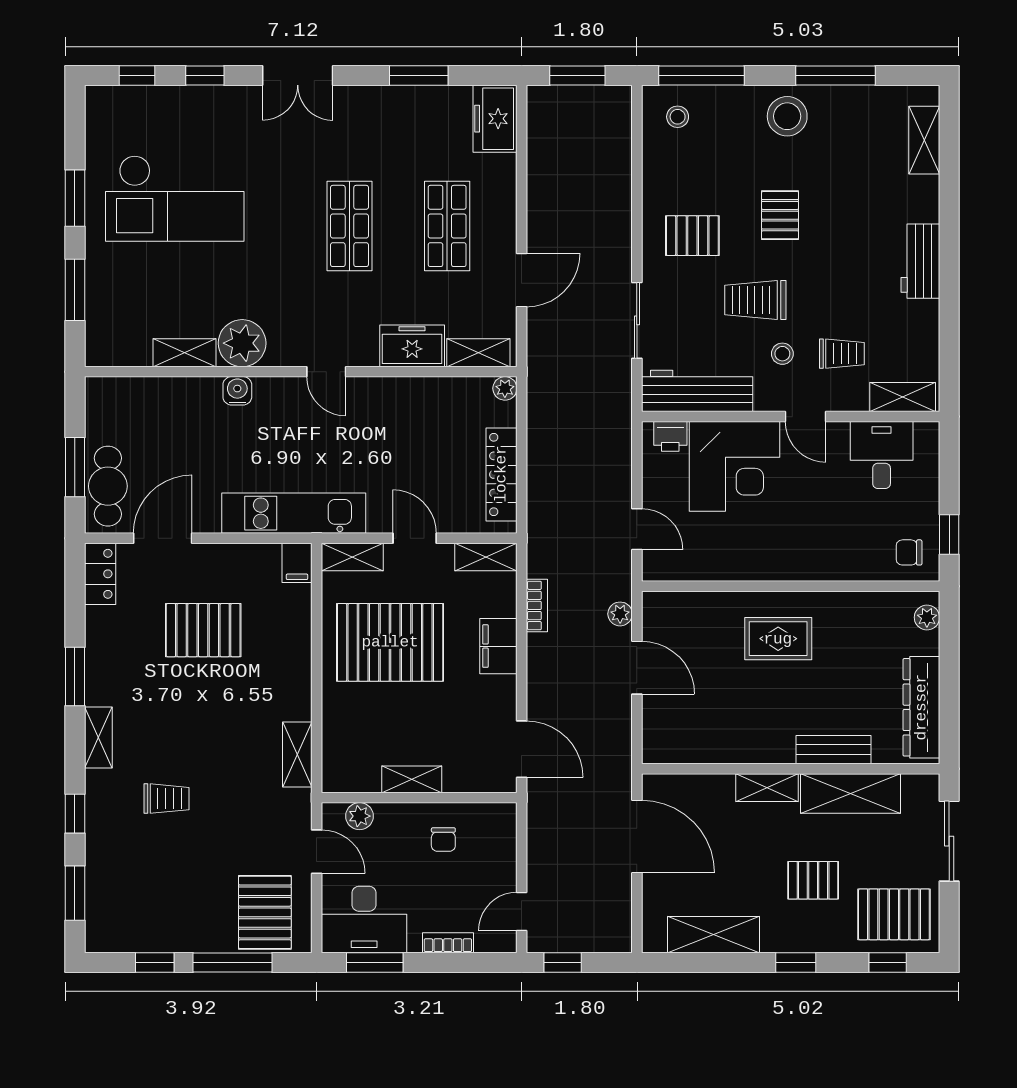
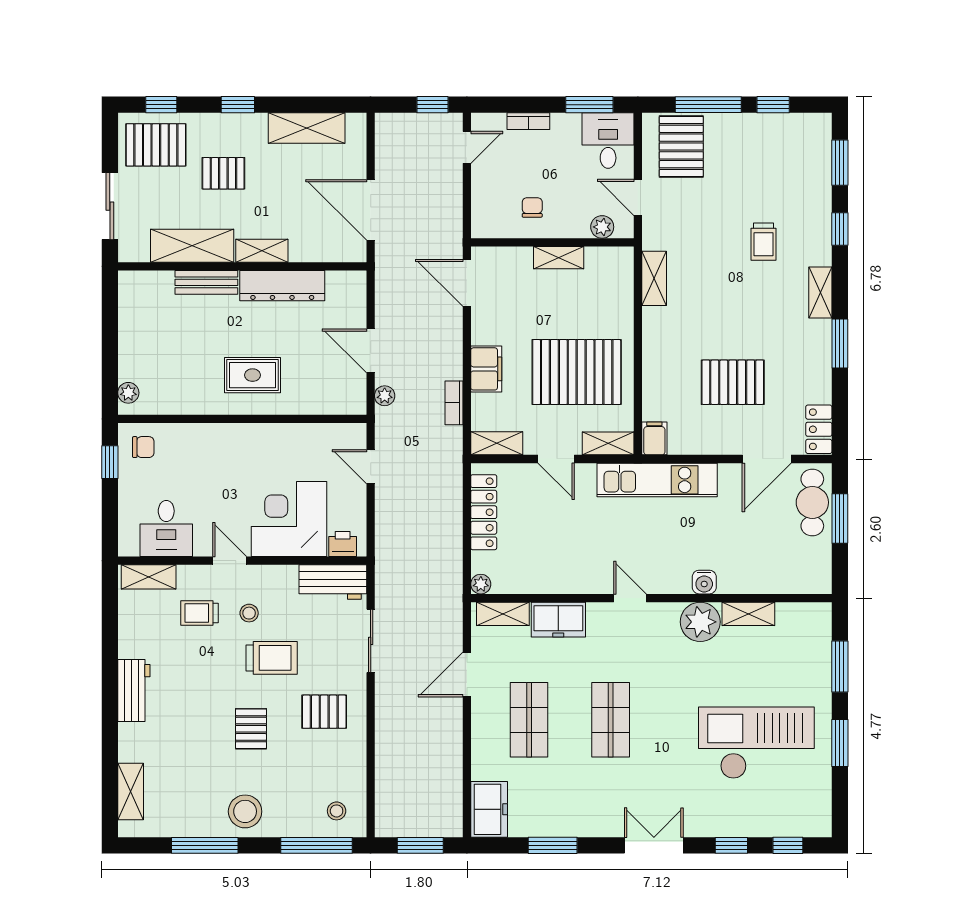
workbench: (697, 391) -> (333, 582), width x0.73
dresser: (921, 707) -> (282, 286), moved, turned 90
trolley: (166, 799) -> (763, 242), turned -90
desk: (364, 920) -> (608, 141), width x0.73

